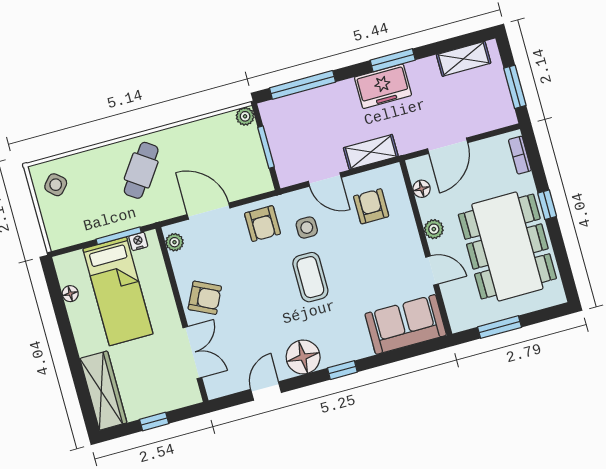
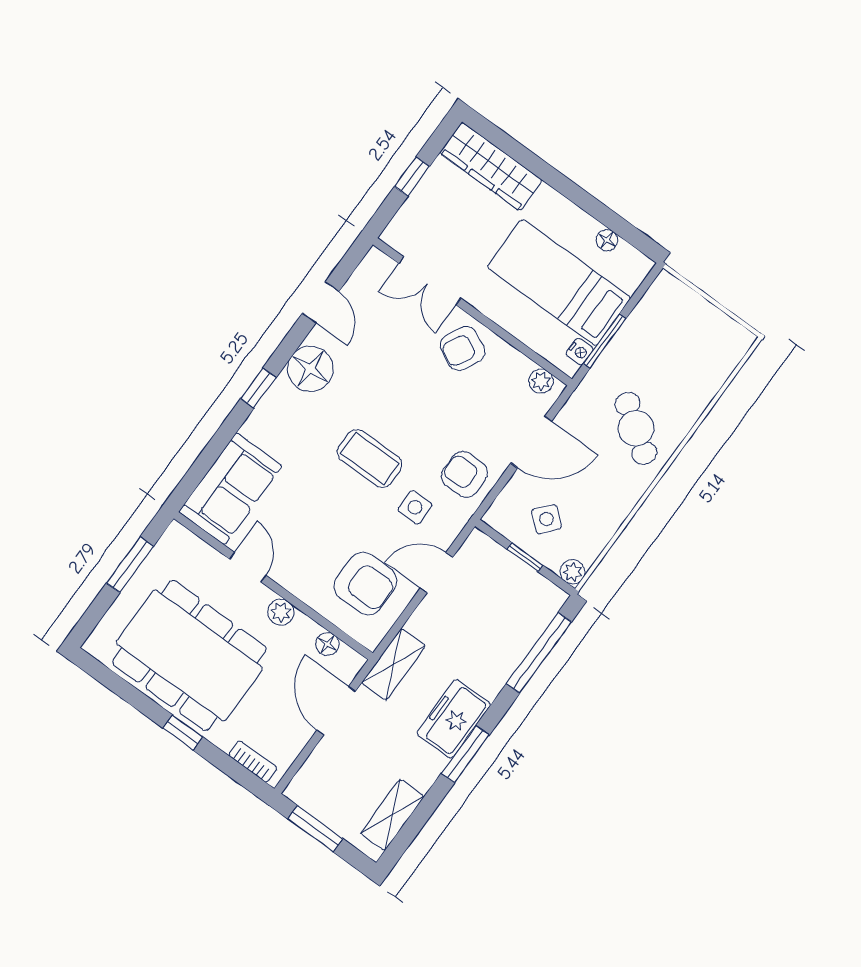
window: (266, 147) -> (525, 557), width x0.67
shelving: (371, 152) -> (394, 664), moved
side table: (56, 185) -> (547, 519), moved
armchair: (371, 206) -> (365, 583), width x1.38, depth x1.38
door: (432, 271) -> (248, 567), swing flipped

